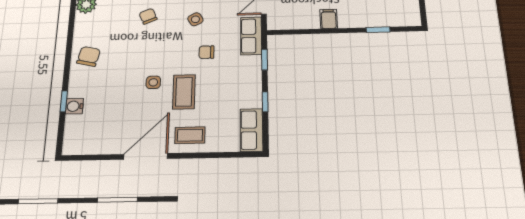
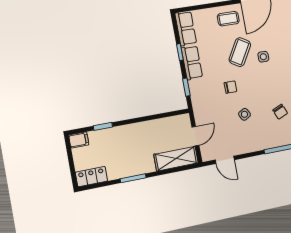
filing cabinet: (329, 19) -> (79, 140), moved, turned -90
row of seats: (251, 36) -> (192, 63), moved
coffee table: (184, 92) -> (240, 52), turned 31

